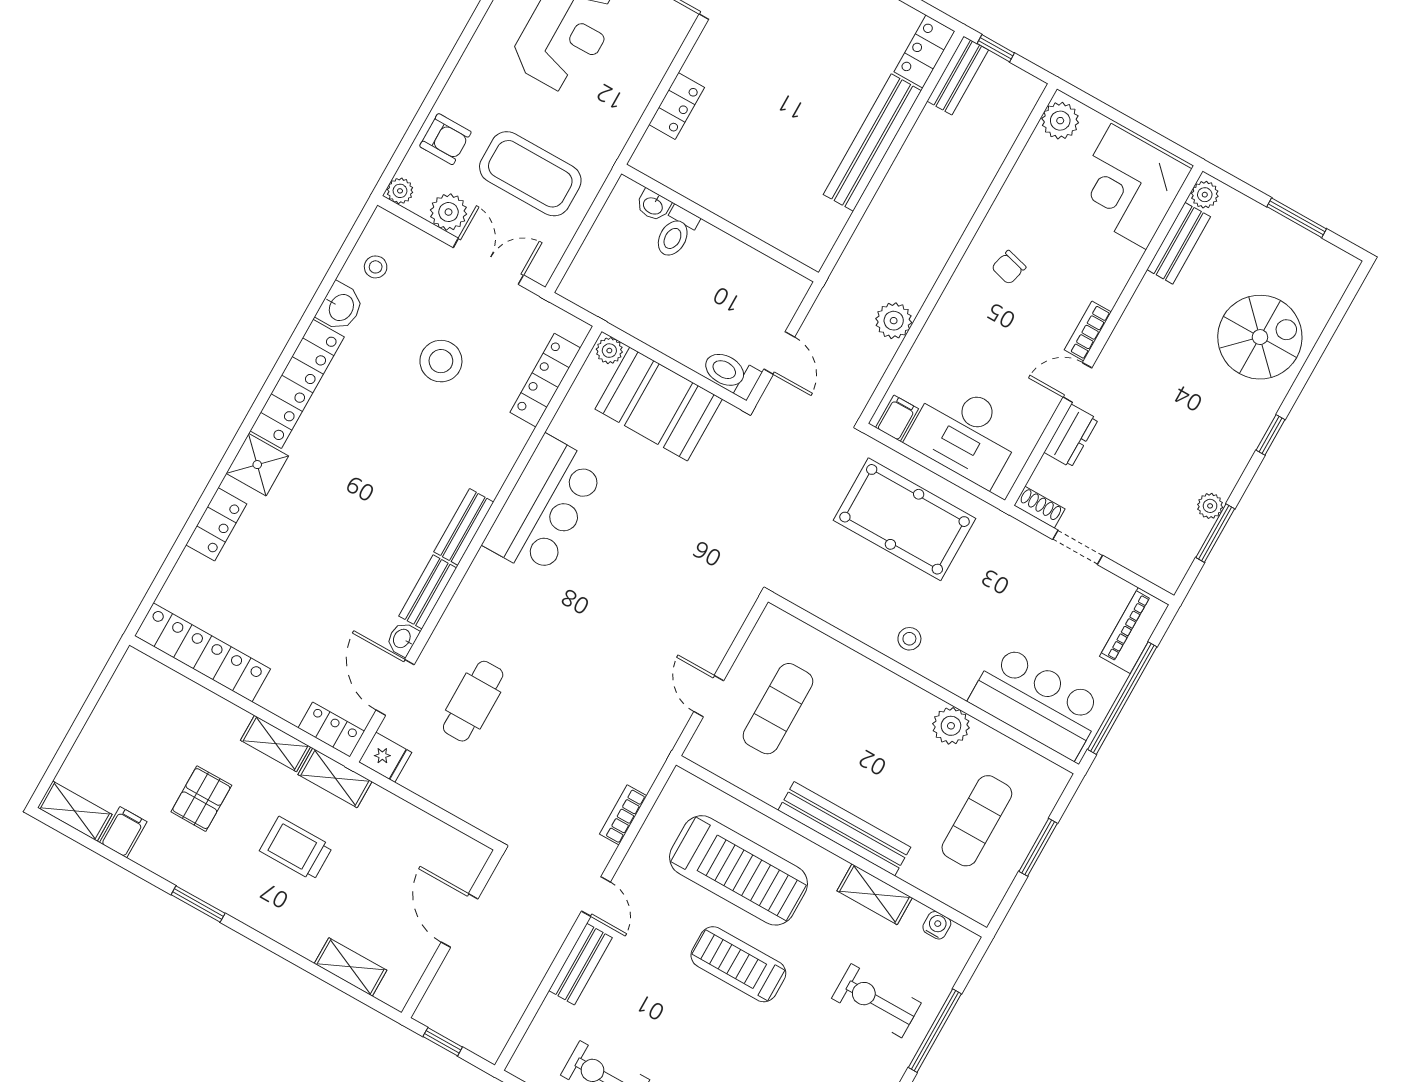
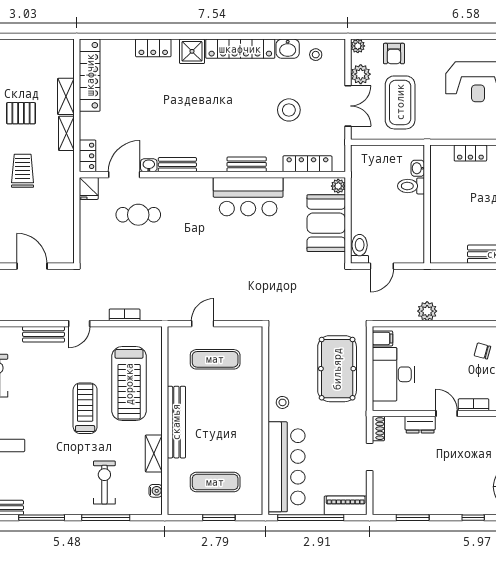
plant: (1210, 506) -> (424, 508), removed
bench: (464, 527) -> (247, 164), moved
bar counter: (1037, 702) -> (286, 467), width x1.36
plant: (951, 726) -> (253, 445), removed
shelving: (335, 778) -> (66, 96), moved
door: (459, 921) -> (32, 266), hinge flipped

